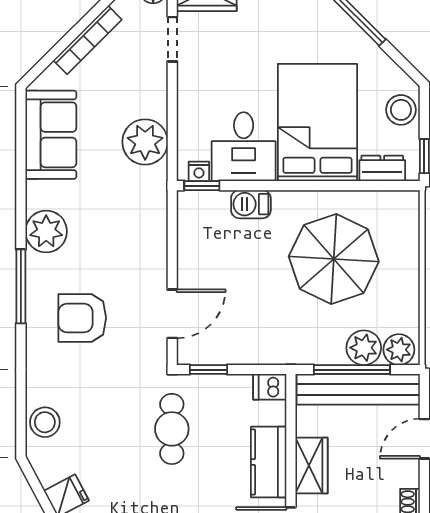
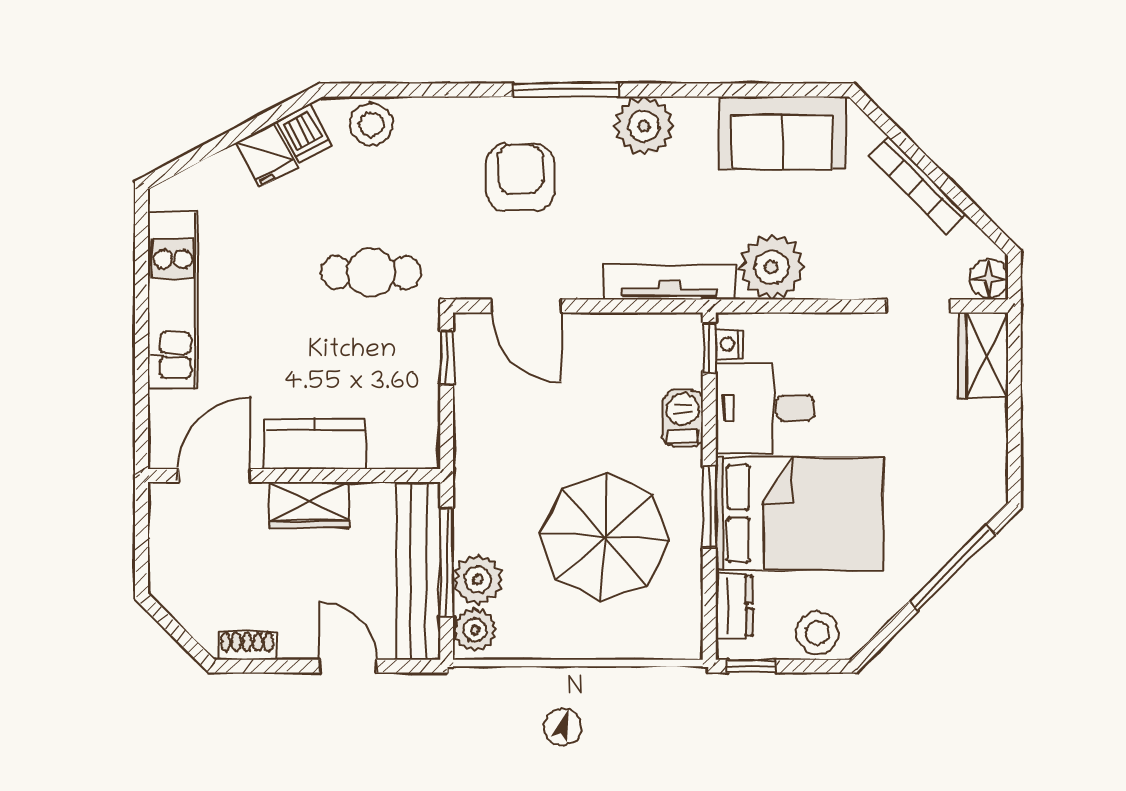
window: (313, 186) -> (709, 507), added
tv unit: (155, 213) -> (670, 282), added
dishwasher: (270, 387) -> (304, 133), moved, turned 152
cafe table: (172, 429) -> (371, 273), moved

